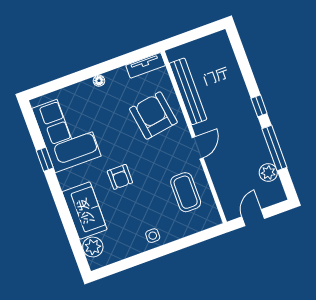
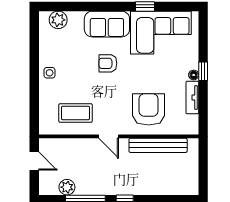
tv unit: (146, 65) -> (192, 98), moved
window: (91, 72) -> (203, 71), added
armchair: (153, 116) -> (149, 109), turned -81
sofa: (85, 211) -> (107, 24), moved

